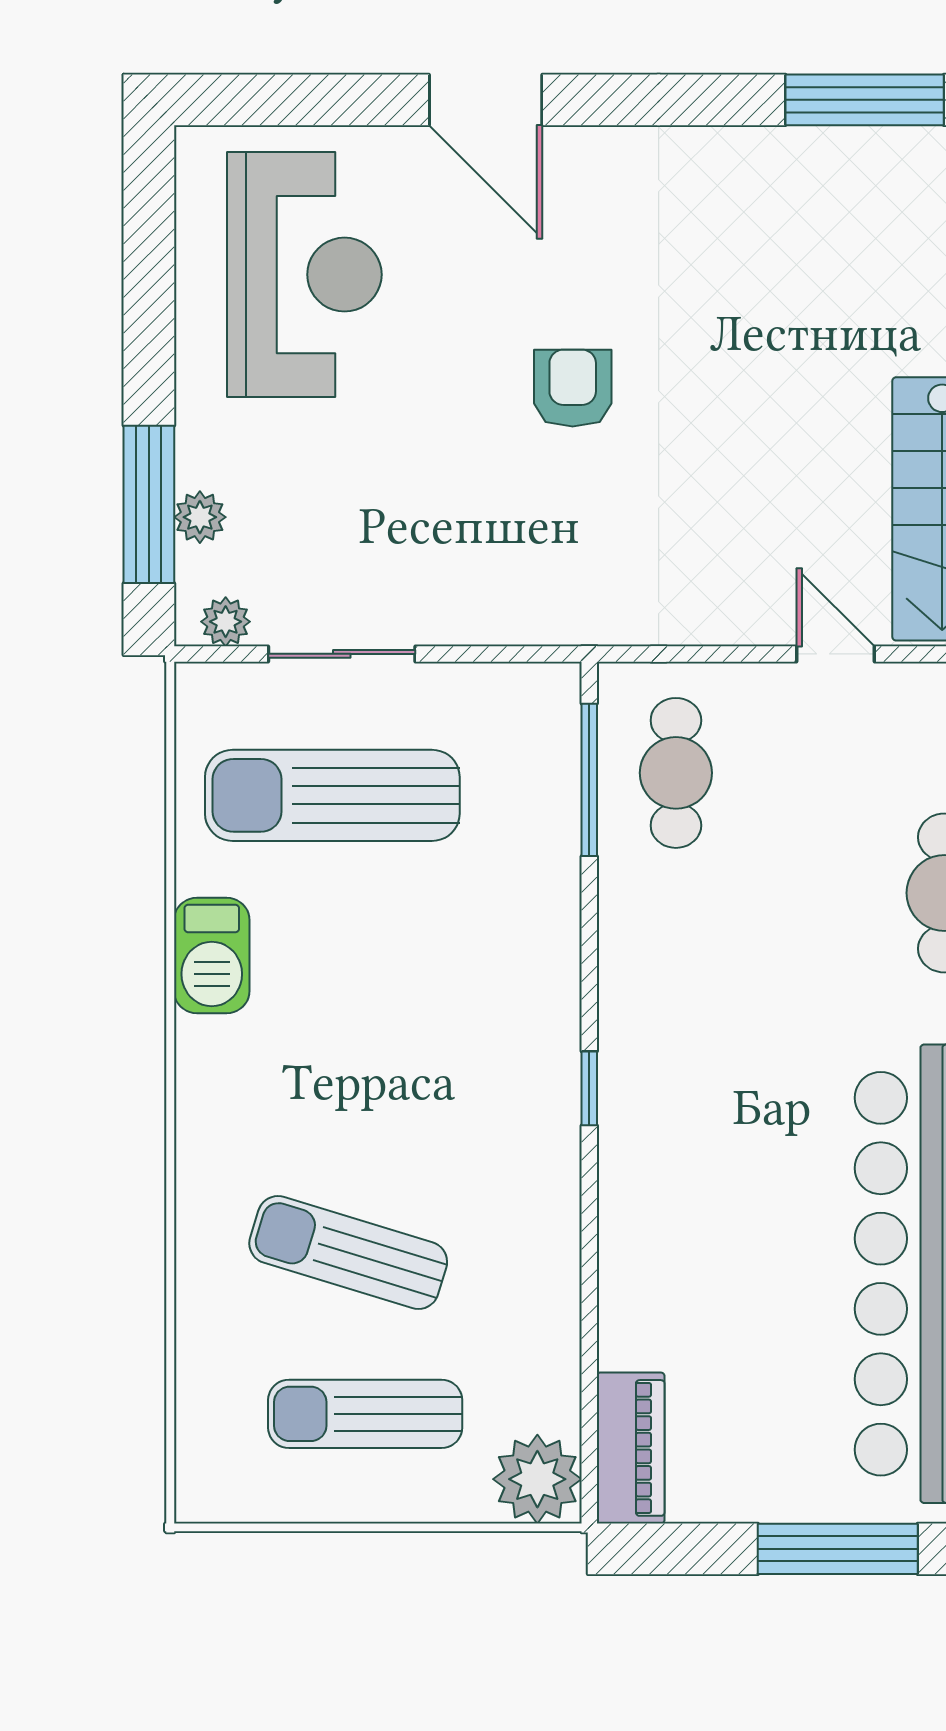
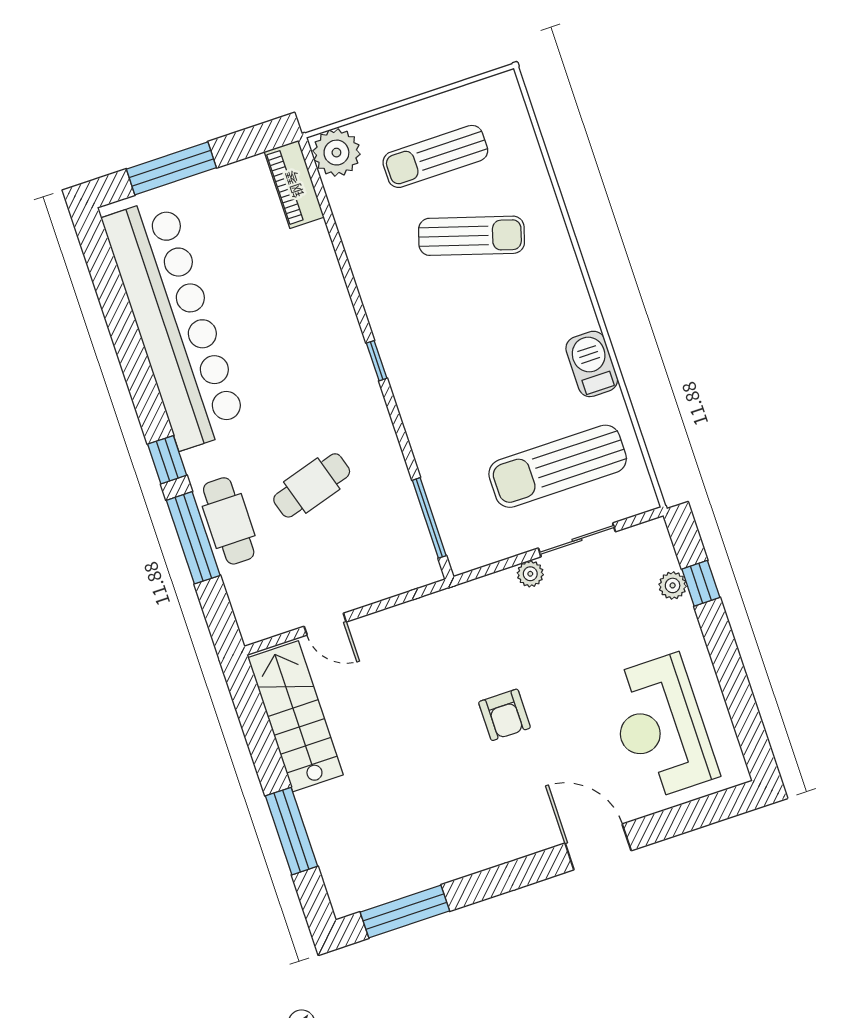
window: (149, 504) -> (701, 583), width x0.46
plant: (226, 622) -> (530, 574), moved
cafe table: (676, 773) -> (312, 485), moved, turned 73
sun lounger: (332, 795) -> (558, 466), turned 180
sun lounger: (365, 1414) -> (435, 156), turned 180

